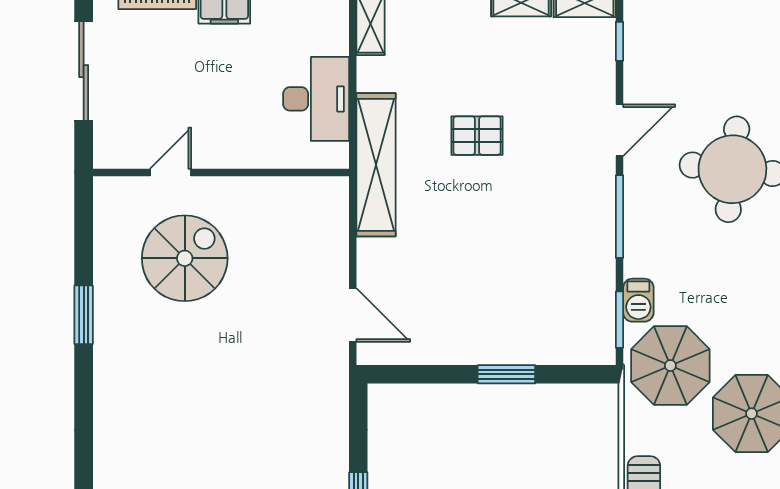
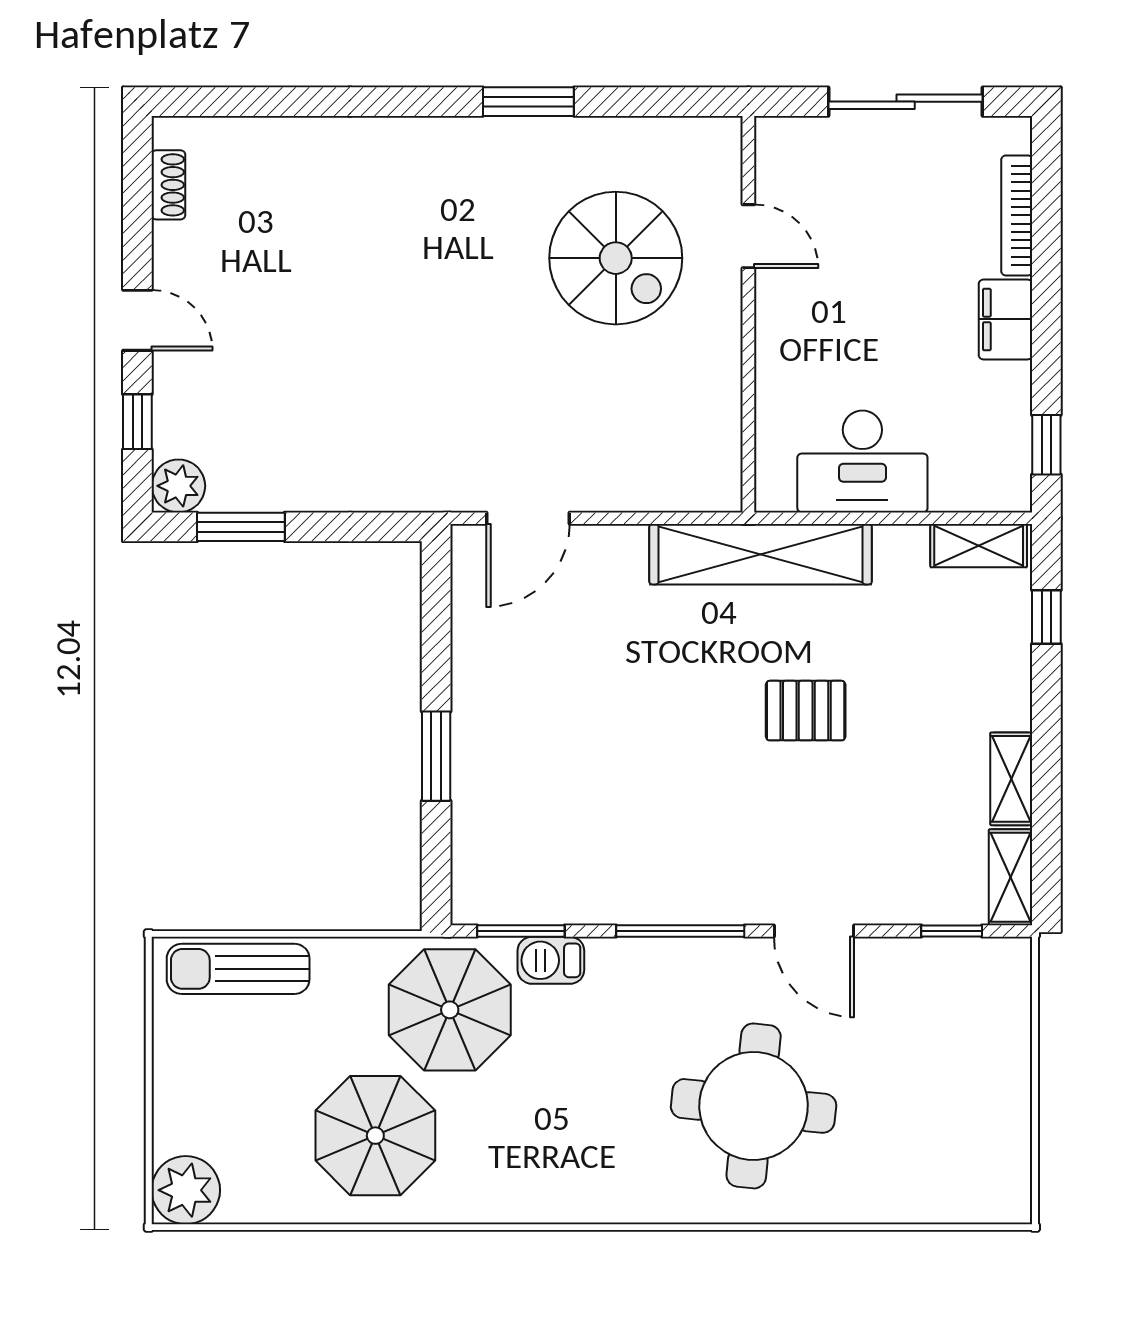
pallet: (477, 136) -> (806, 711), turned 90

